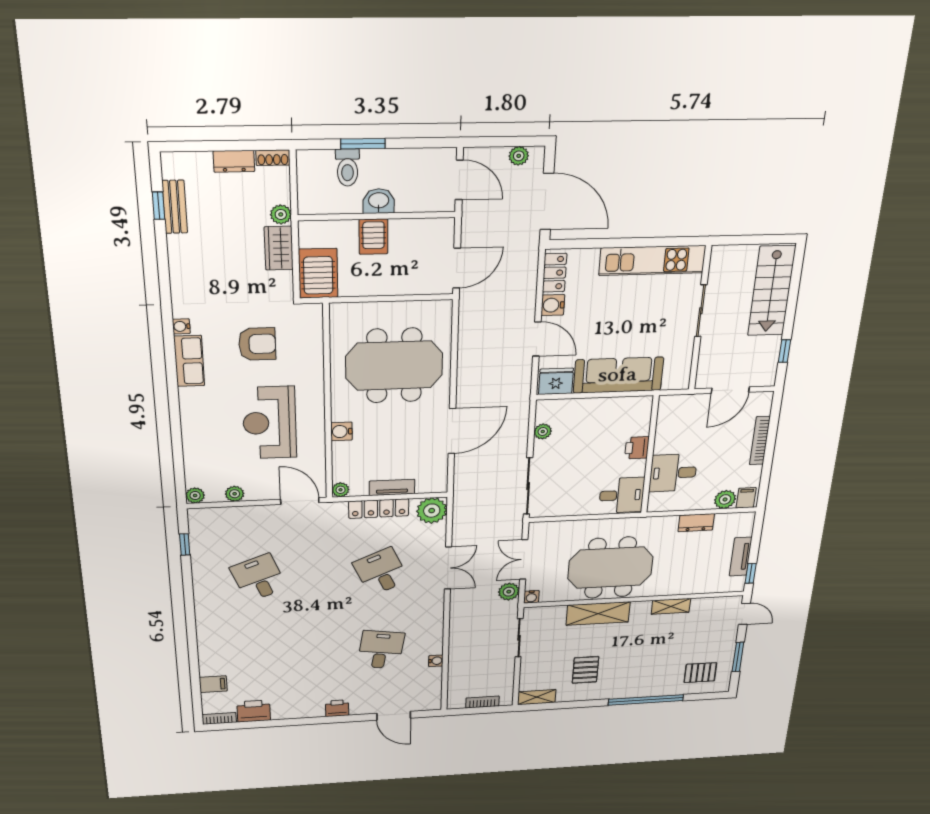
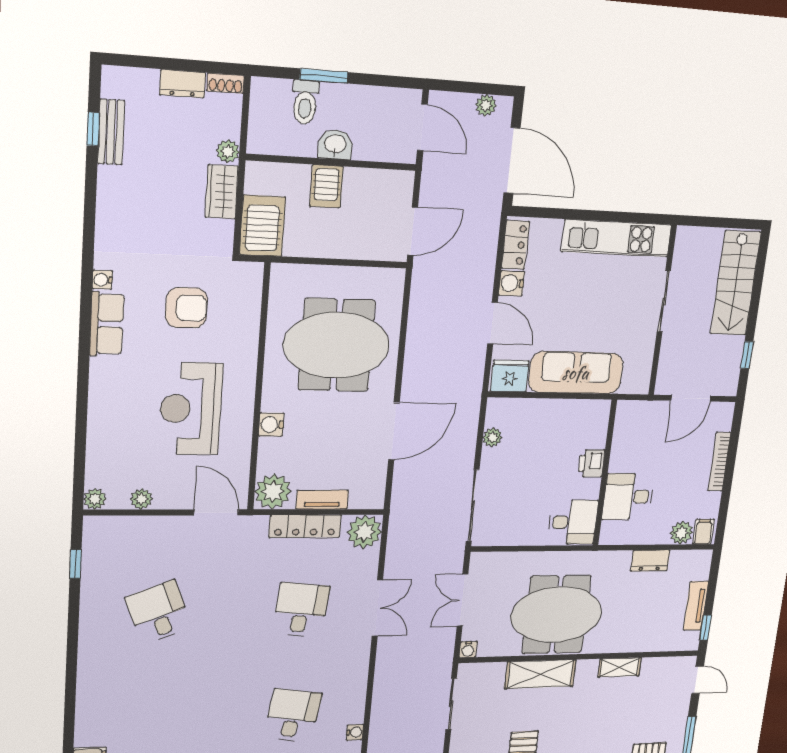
plant: (341, 490) -> (273, 491), width x1.87, depth x1.87
desk: (381, 572) -> (301, 610), turned 30
plant: (509, 592) -> (443, 642), removed

